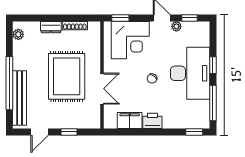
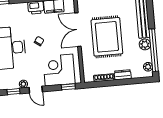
plant: (20, 63) -> (145, 44), added
window: (9, 83) -> (154, 50), moved
double door: (102, 89) -> (78, 30), width x1.37

